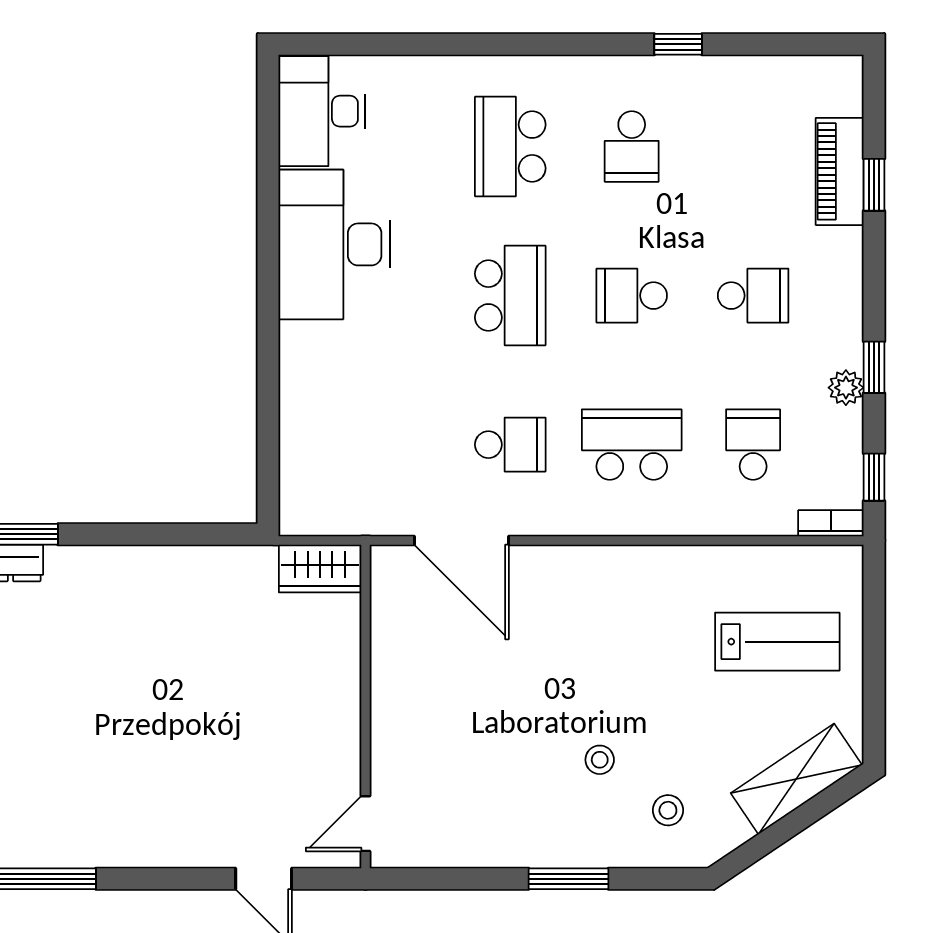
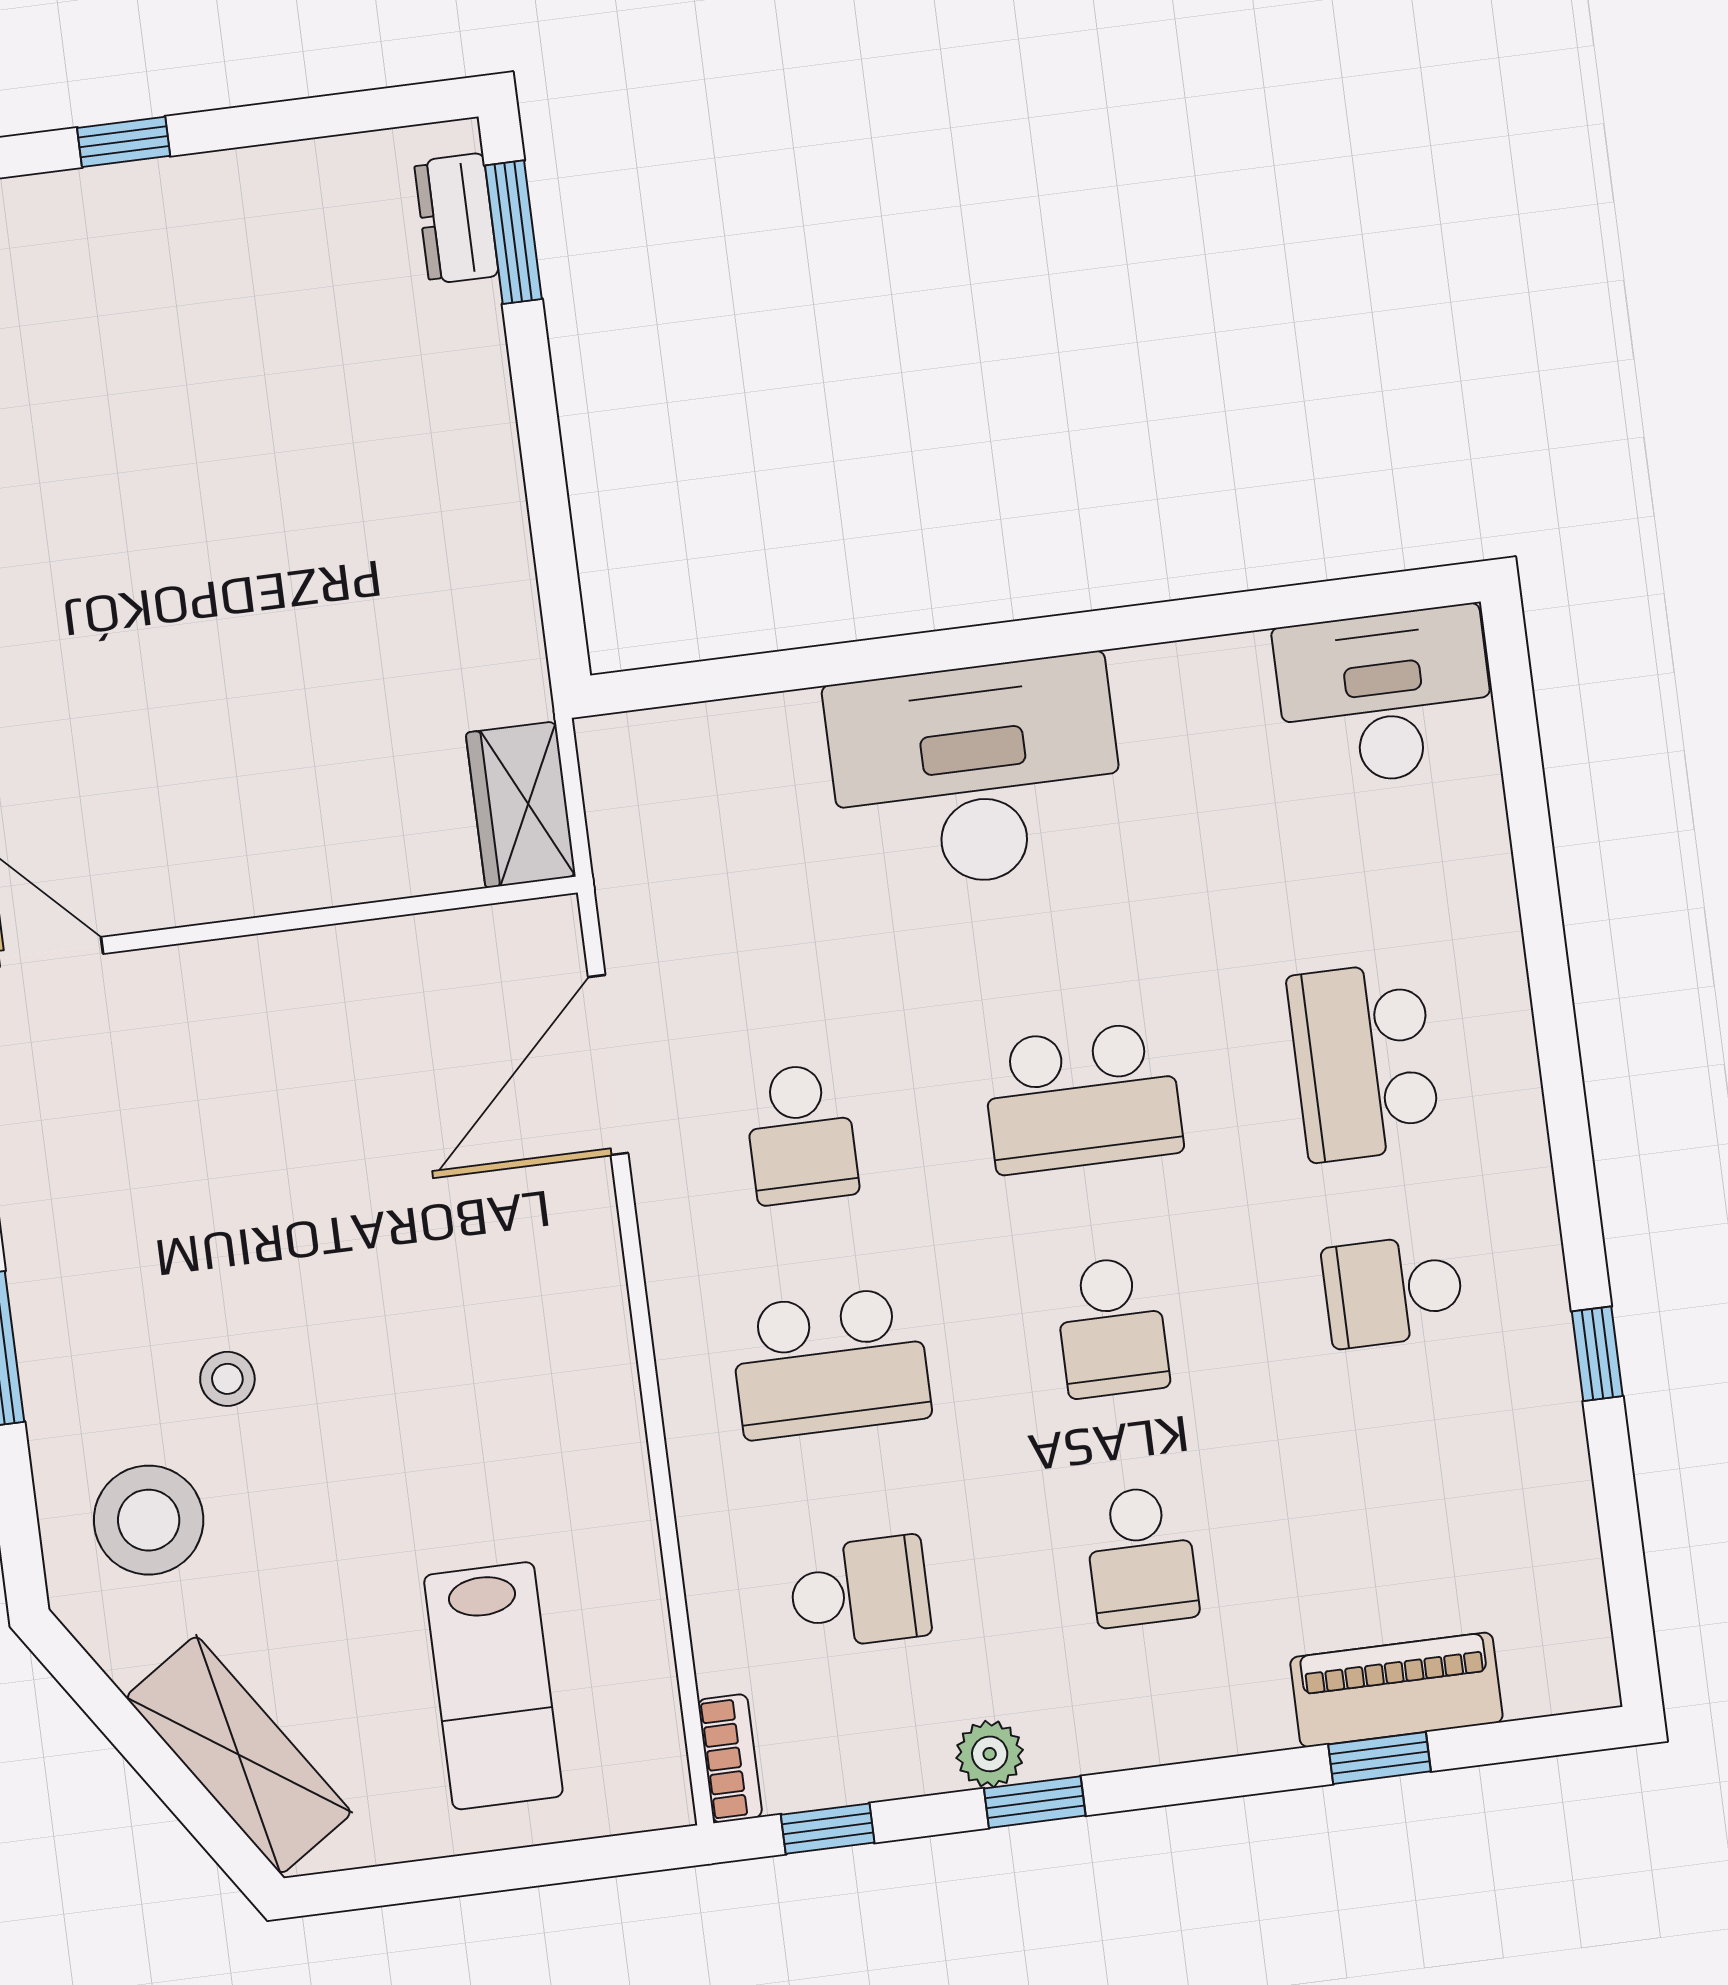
school desk: (510, 146) -> (1364, 1062), turned -90
desk: (334, 244) -> (976, 774), moved
school desk: (632, 296) -> (1112, 1327), turned 180
school desk: (632, 445) -> (830, 1363), turned 90
stool: (668, 810) -> (149, 1520), width x1.89, depth x1.89

